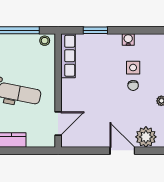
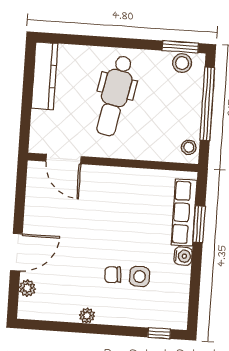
water cooler: (128, 40) -> (183, 256), moved
row of seats: (68, 56) -> (184, 213), moved, turned 90
plant: (146, 137) -> (27, 288), width x0.53, depth x0.53

